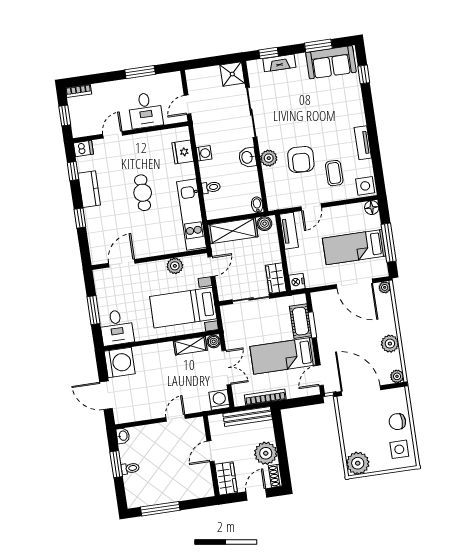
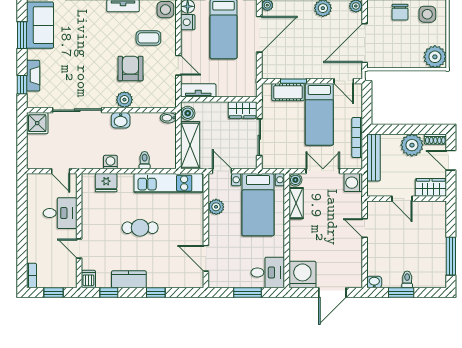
window: (140, 72) -> (22, 213), removed
armchair: (301, 160) -> (130, 69), turned -93
nightstand: (297, 282) -> (188, 22), moved, turned 90

